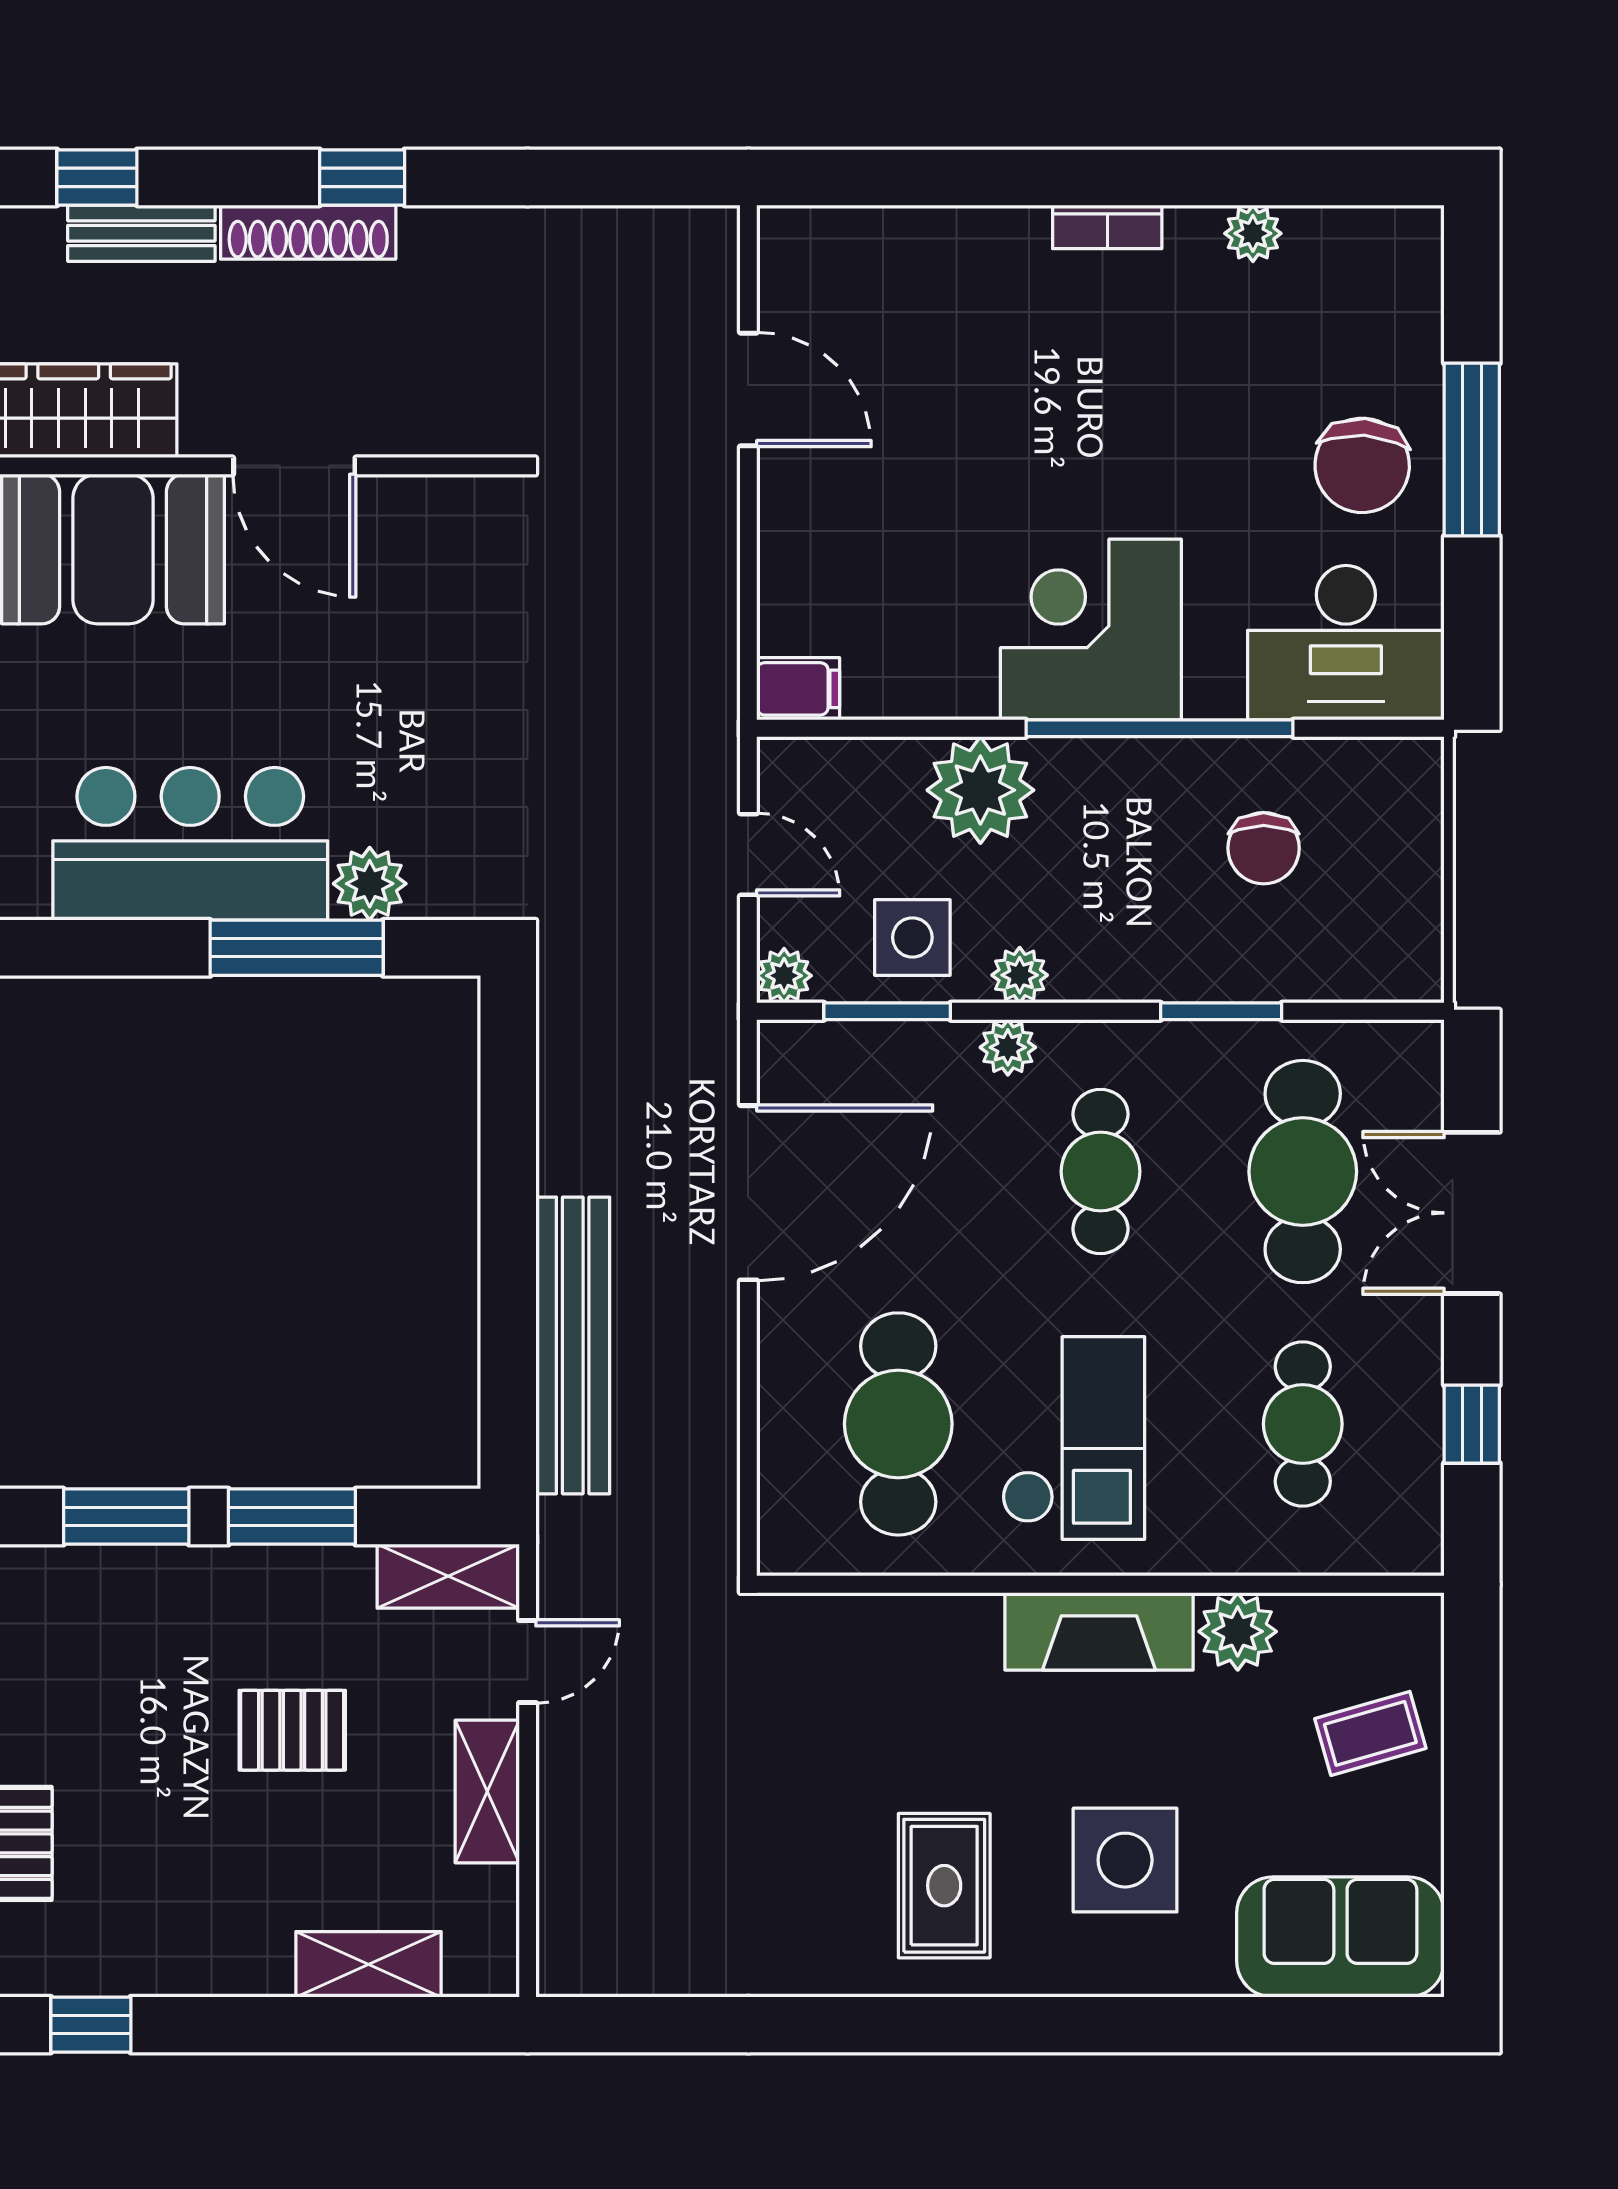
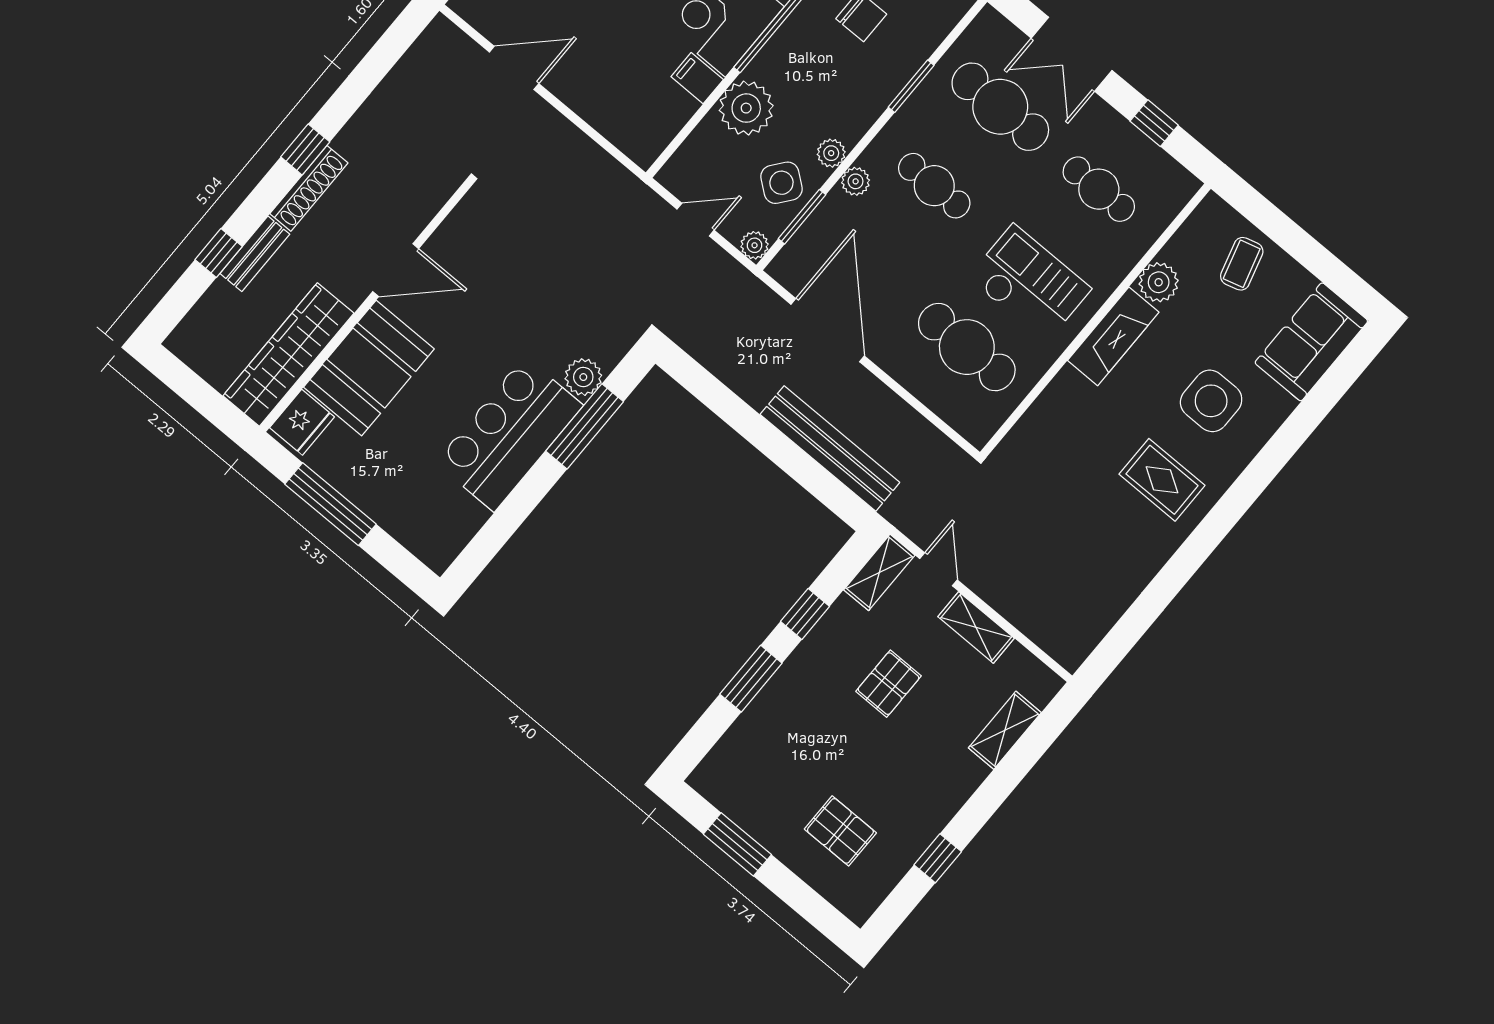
filing cabinet: (798, 689) -> (697, 78), moved, turned -90
side table: (912, 937) -> (781, 183), turned 38
window: (292, 1517) -> (805, 614), width x0.67

